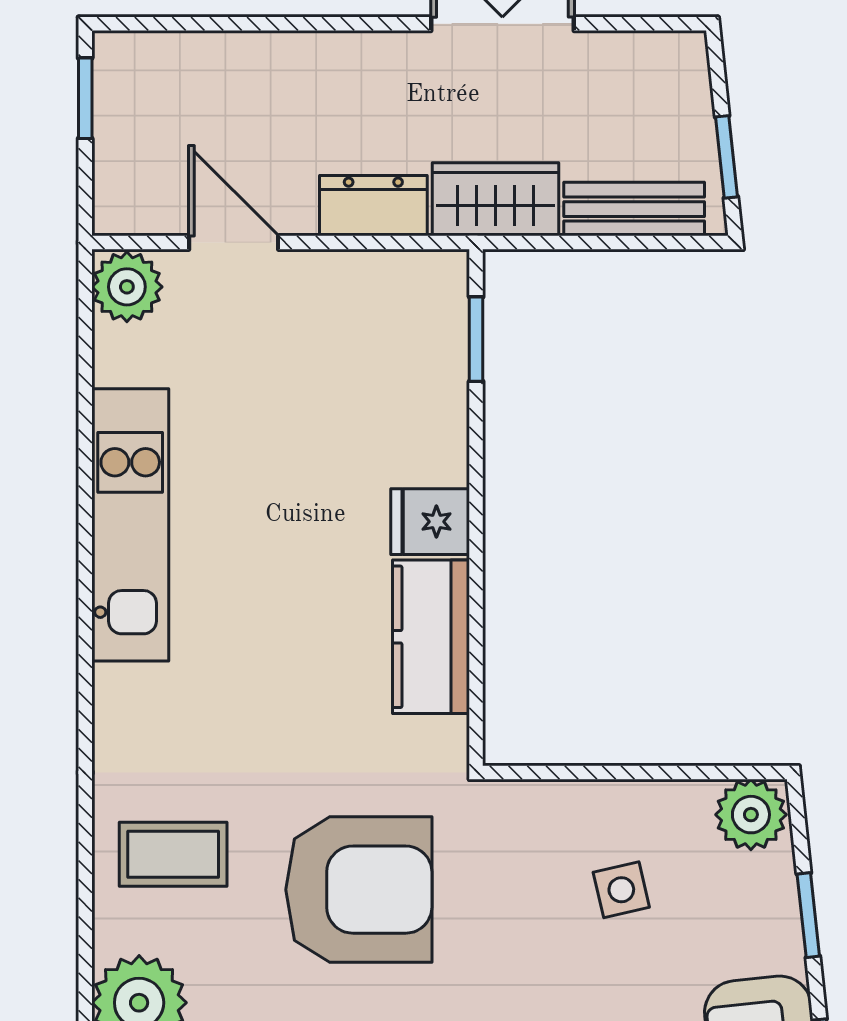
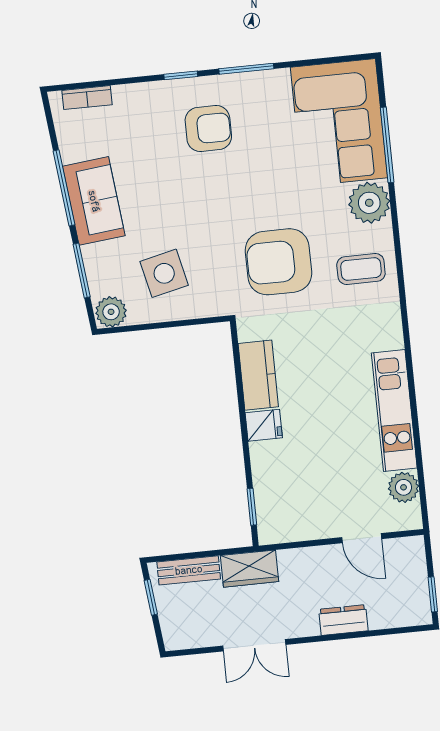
dresser: (373, 206) -> (343, 620), moved, turned 180
plant: (127, 287) -> (404, 487), moved
side table: (621, 890) -> (164, 273), width x1.87, depth x1.87
window: (808, 915) -> (82, 271), width x1.50

